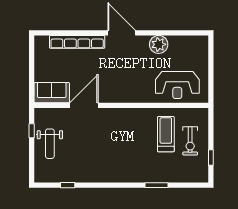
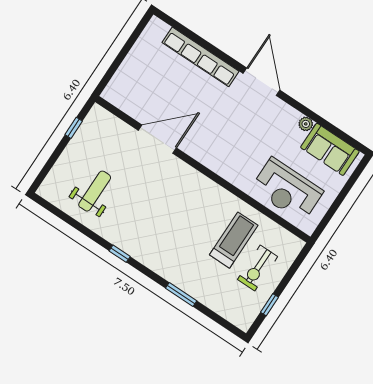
plant: (159, 44) -> (306, 124), width x0.53, depth x0.53
sofa: (52, 93) -> (330, 149), moved, turned 180
weight bench: (50, 144) -> (95, 191), moved, turned 180
window: (68, 185) -> (120, 254), moved

